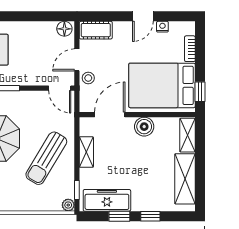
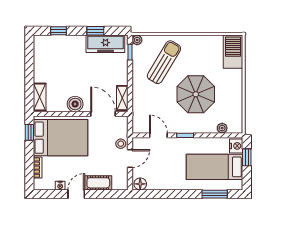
cot: (96, 30) -> (98, 183), moved
door: (60, 88) -> (158, 135), moved
door: (110, 115) -> (103, 114), swing flipped
shelving: (86, 152) -> (122, 98), moved
sun lounger: (46, 158) -> (164, 62), moved
shelving: (185, 179) -> (42, 61), removed
window: (150, 216) -> (59, 31), moved

